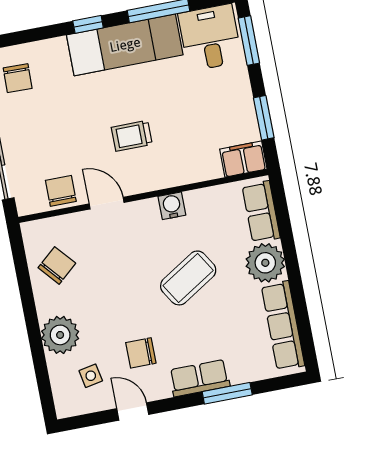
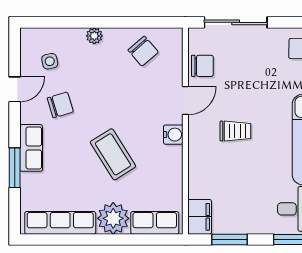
trolley: (132, 136) -> (235, 131), turned 90
water cooler: (172, 206) -> (173, 135), moved
plant: (60, 335) -> (94, 36), width x0.53, depth x0.53
chair: (141, 353) -> (60, 105), turned 73

